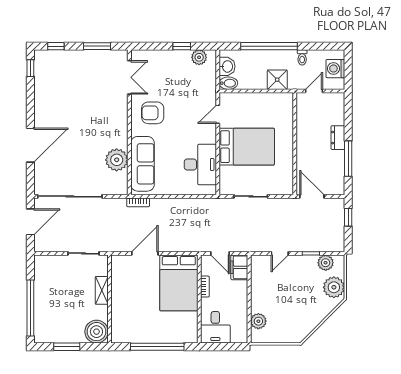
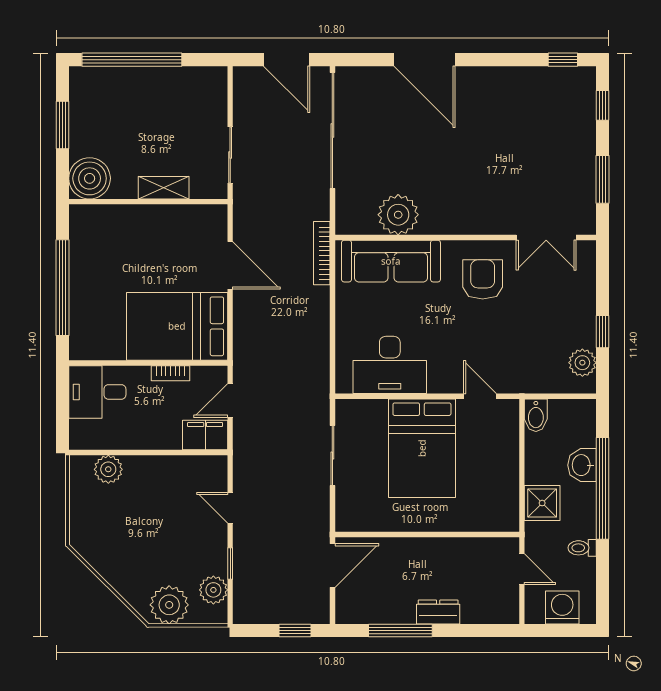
washbasin: (227, 66) -> (582, 465), moved, turned 90
bookcase: (138, 202) -> (322, 253), width x1.56

